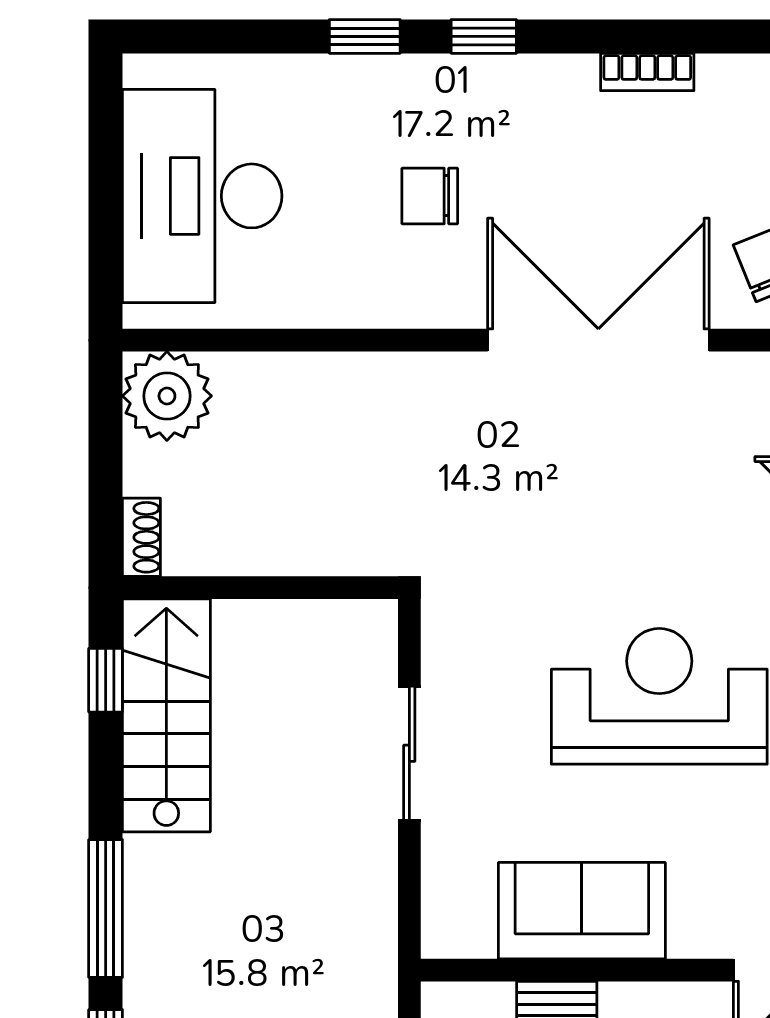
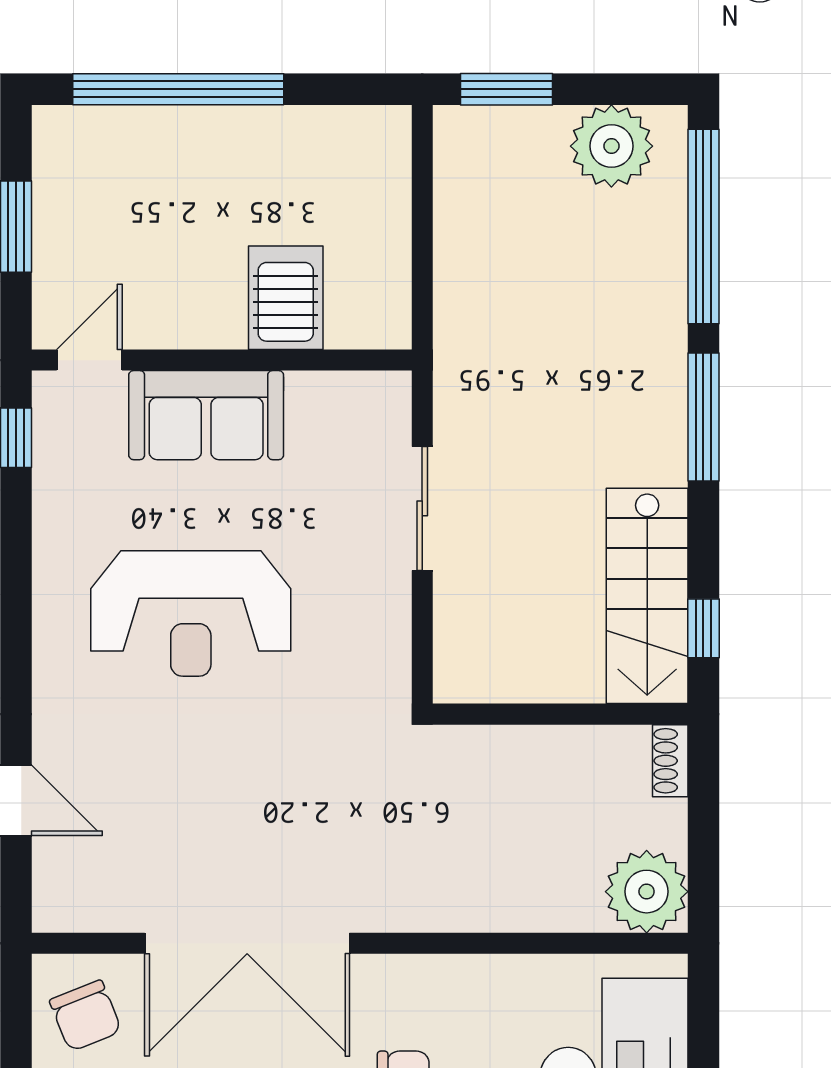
sliding door: (409, 753) -> (422, 508), moved
sofa: (582, 911) -> (206, 415), moved

